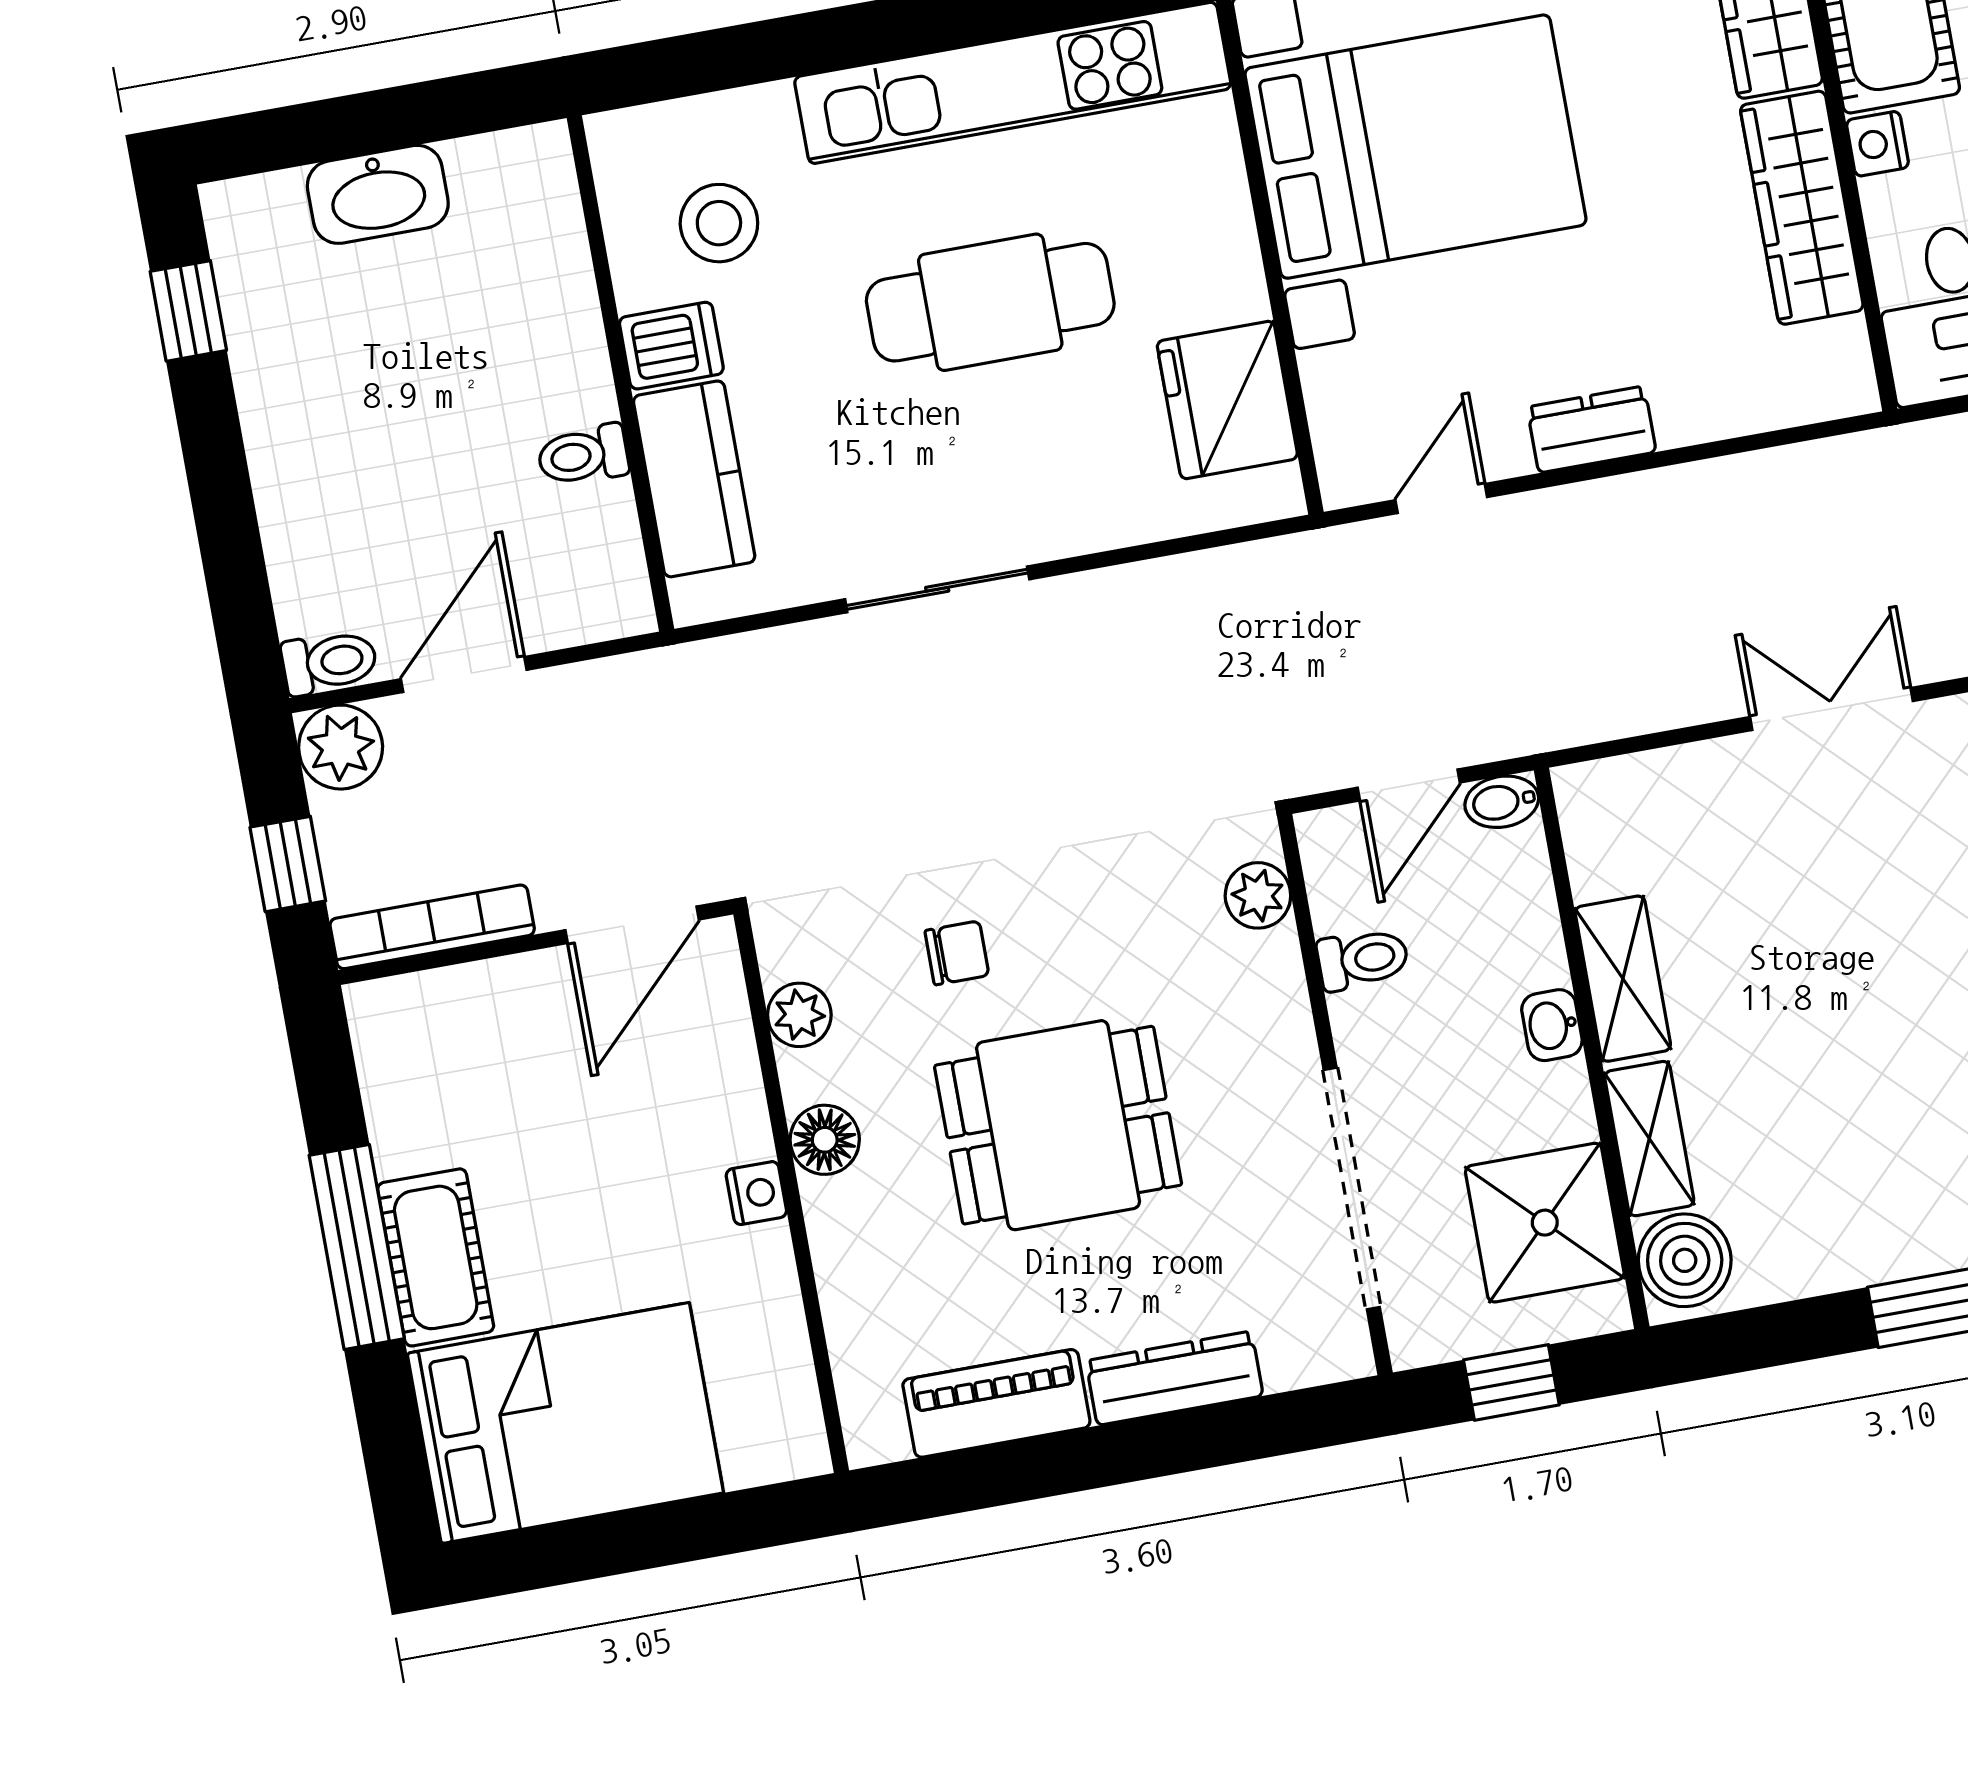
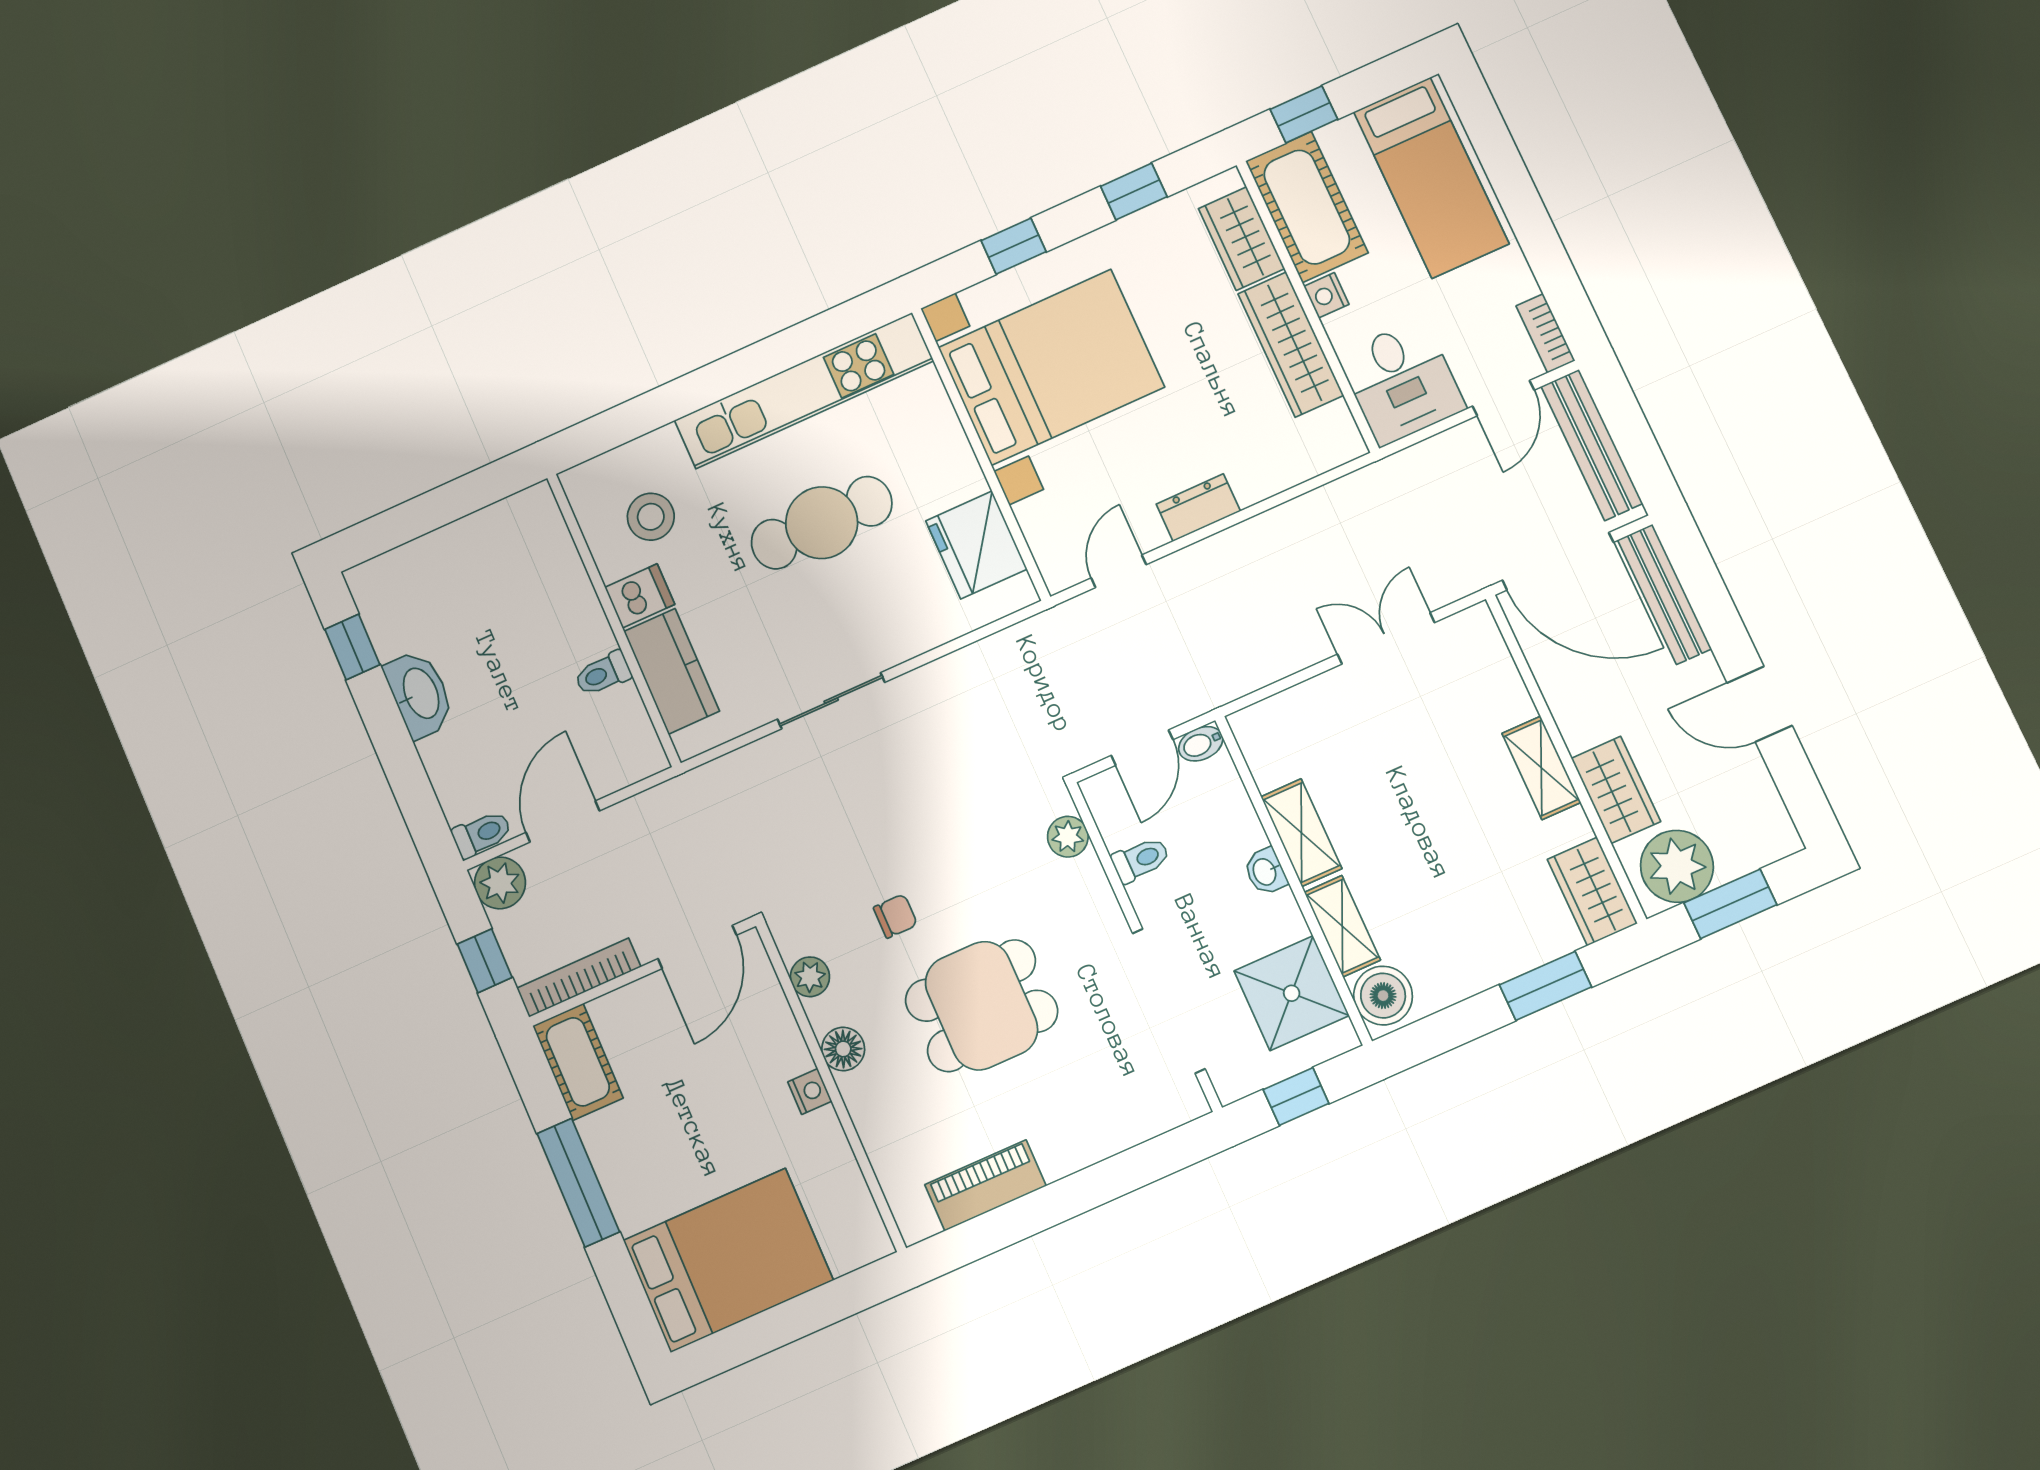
washbasin: (378, 194) -> (420, 694), moved, turned -90
cot: (436, 1257) -> (578, 1062), moved
dresser: (1174, 1378) -> (1090, 1144), removed

